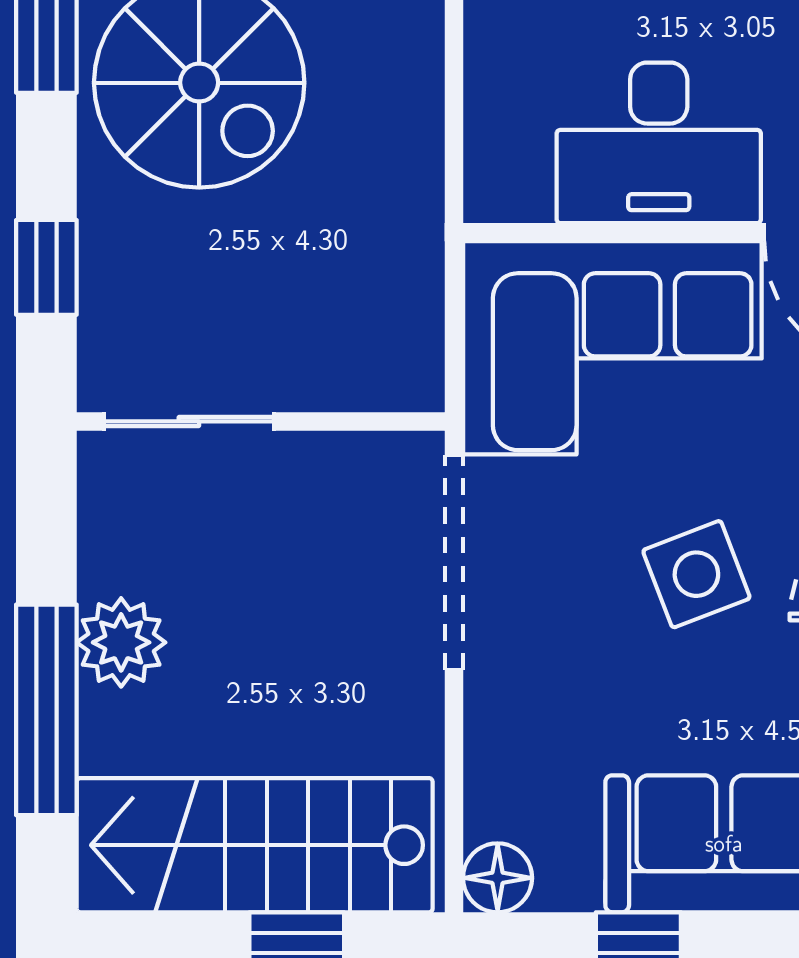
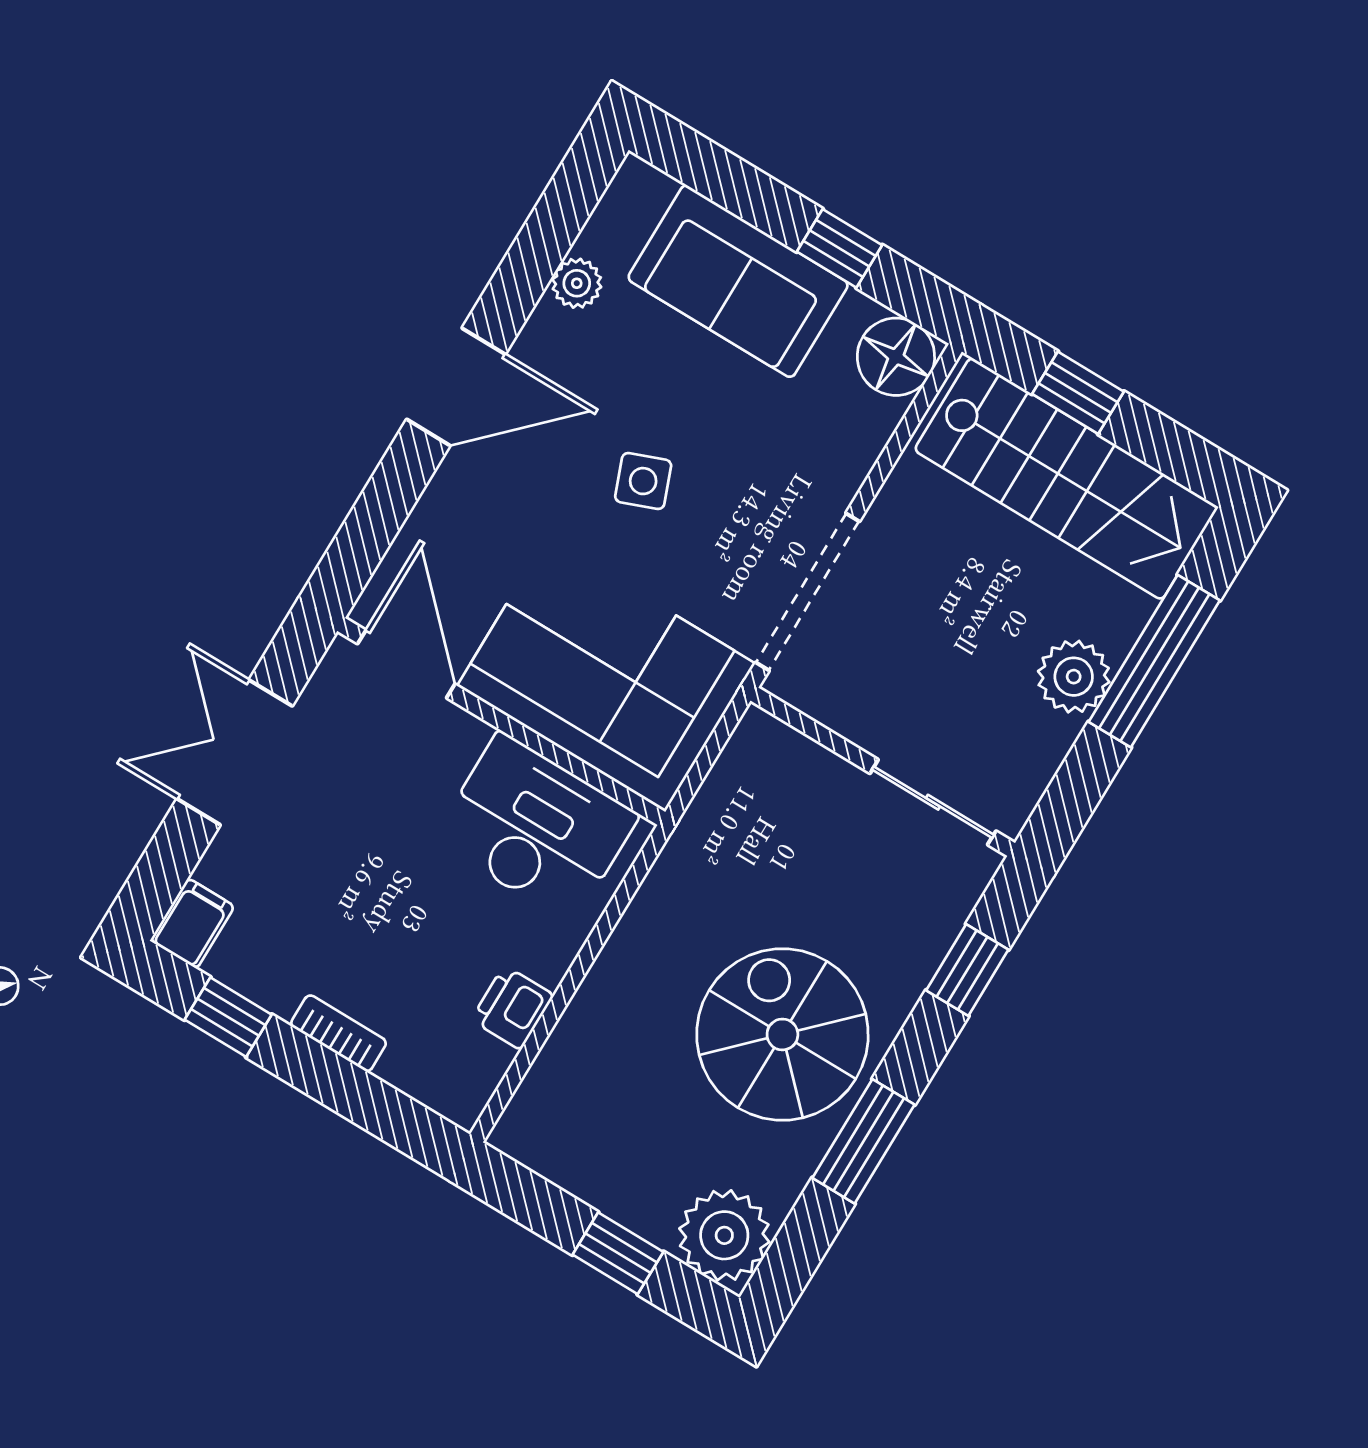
desk: (659, 143) -> (536, 828), moved
side table: (696, 574) -> (643, 481), width x0.73, depth x0.73
floor lamp: (498, 878) -> (896, 357), width x1.38, depth x1.38

